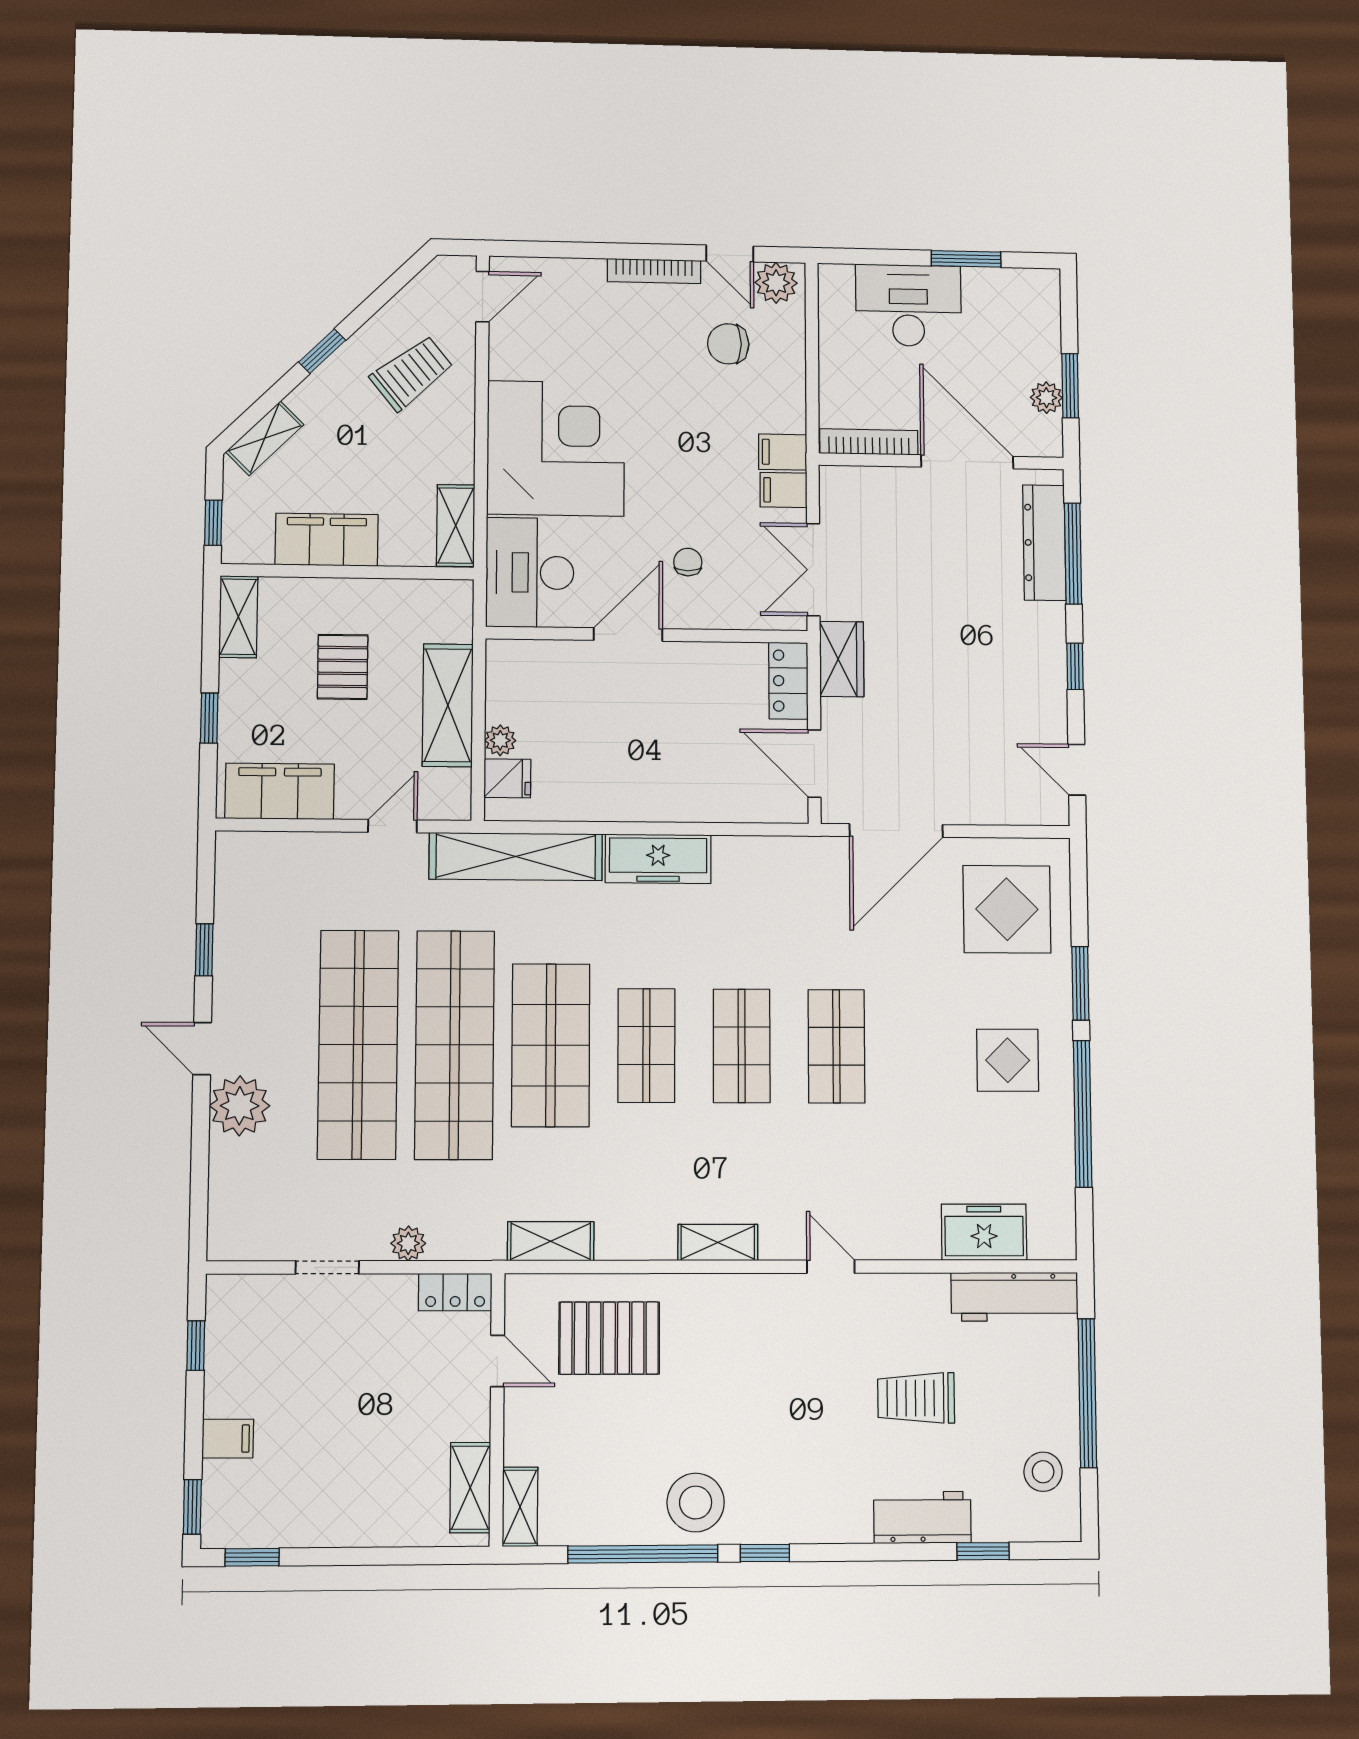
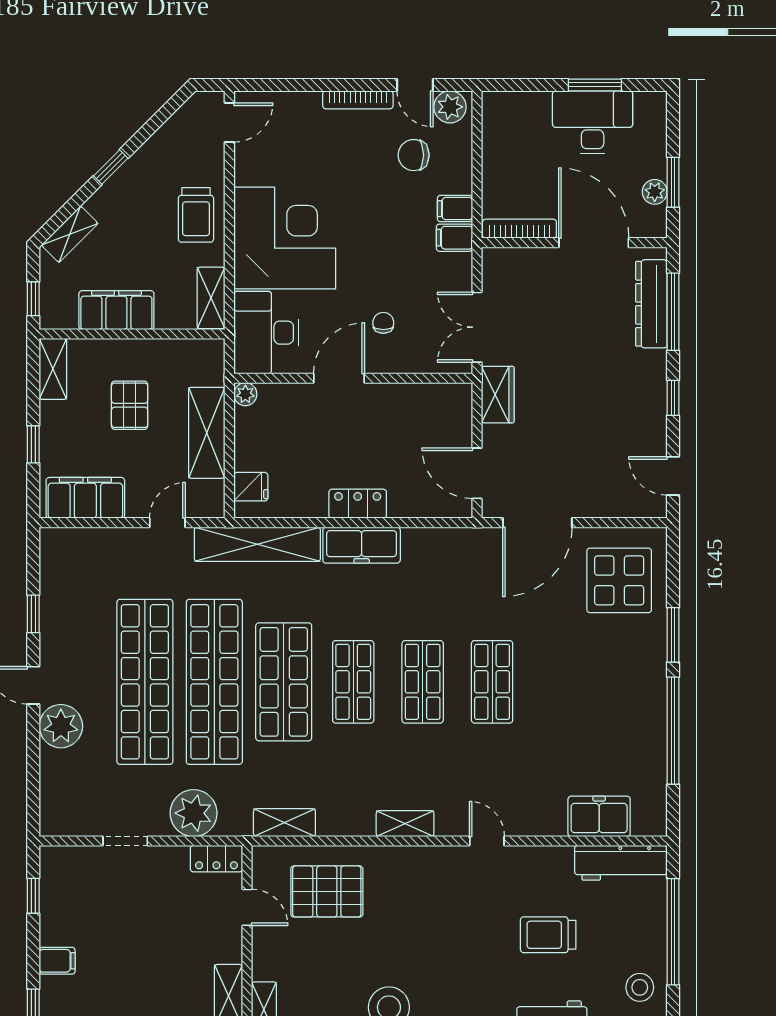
desk: (908, 305) -> (593, 122), moved
trolley: (412, 373) -> (196, 215), moved, turned 129
filing cabinet: (784, 490) -> (455, 209), moved
locker: (788, 681) -> (358, 504), moved, turned 90
plant: (500, 740) -> (245, 394), moved
display table: (1008, 1060) -> (618, 692), removed
plant: (408, 1243) -> (194, 813), width x1.88, depth x1.88

